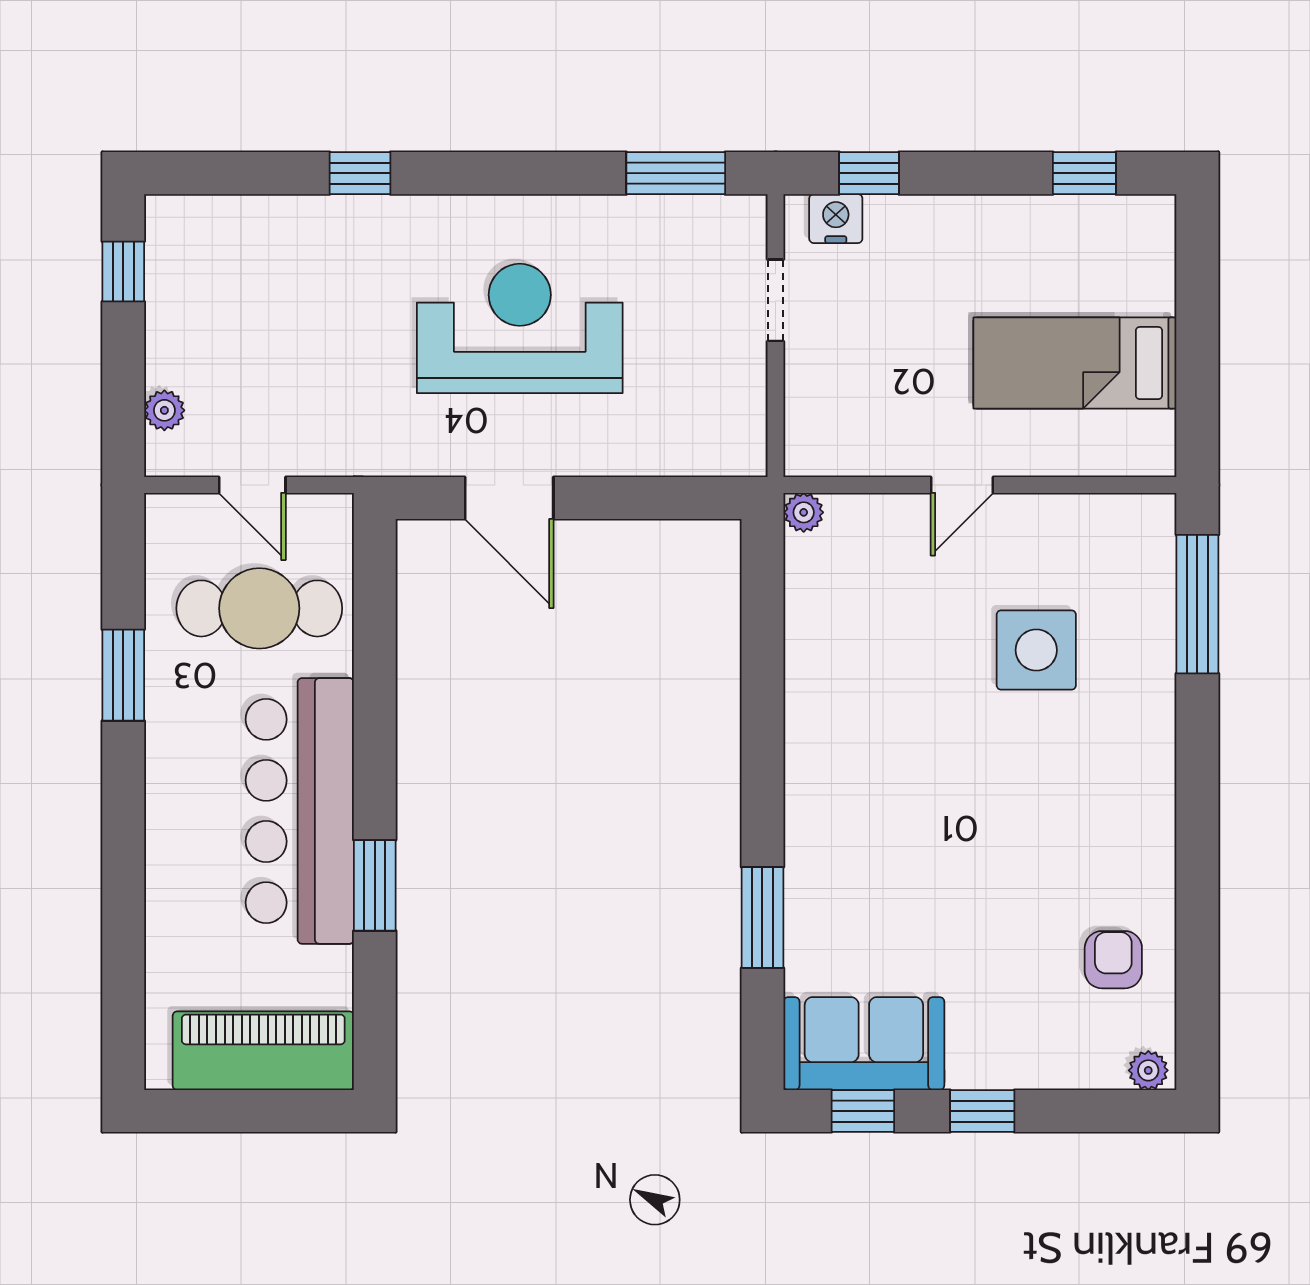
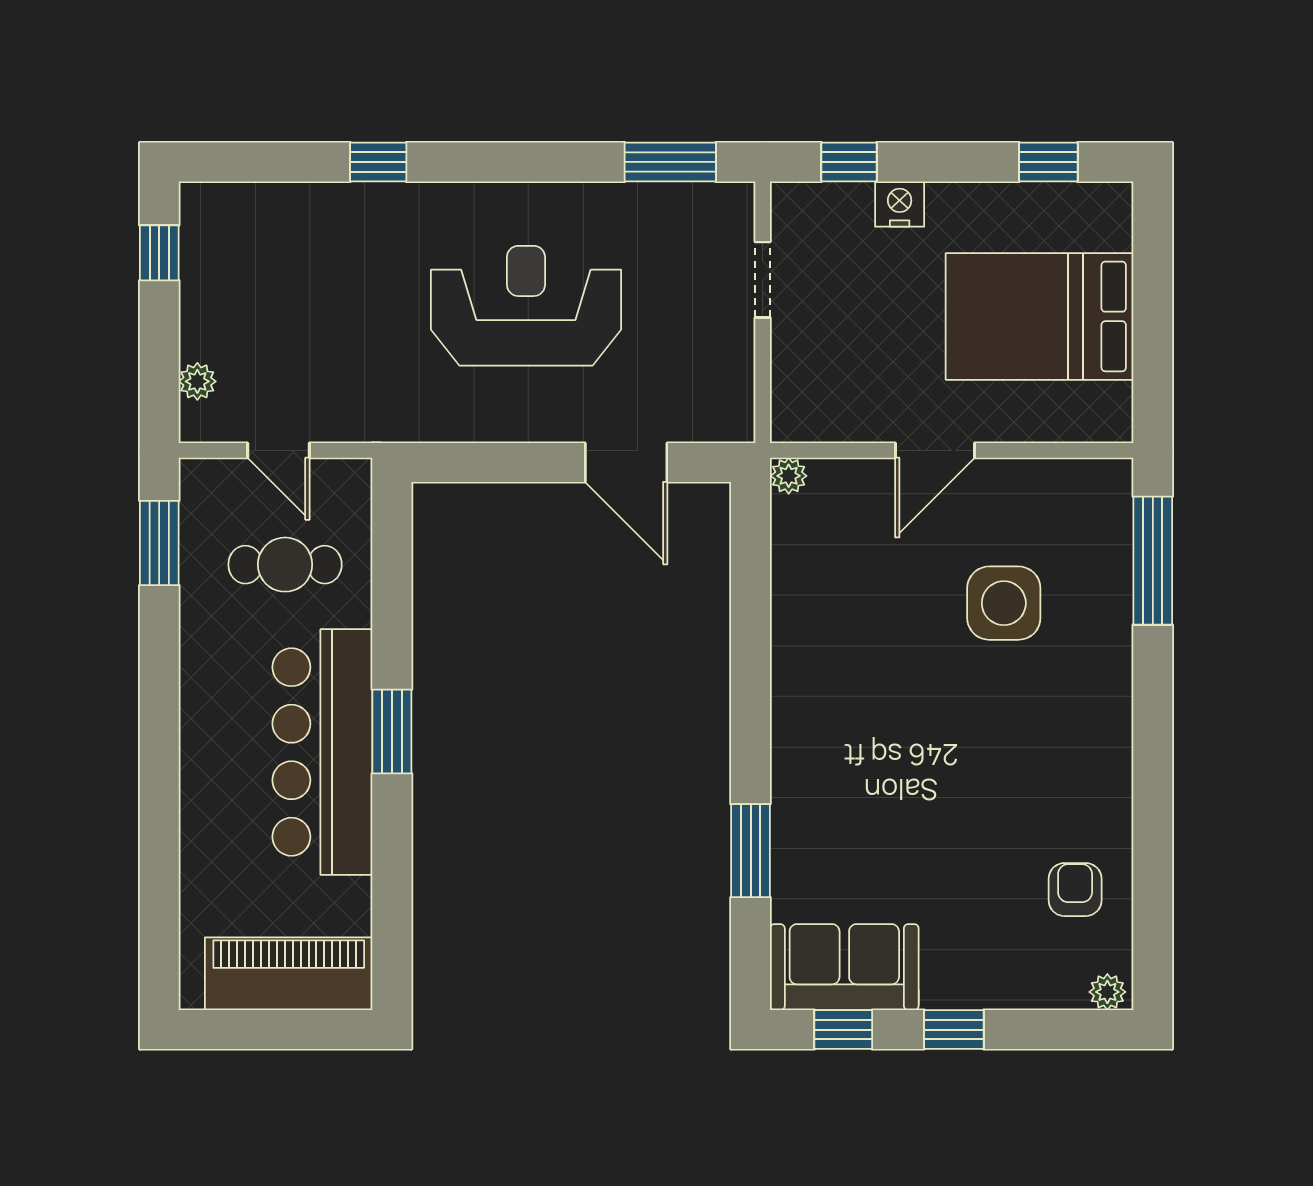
nightstand: (836, 219) -> (900, 204), moved
bed: (1075, 363) -> (1040, 316), width x1.50
door: (962, 485) -> (935, 450), width x1.37
door: (509, 498) -> (626, 462), moved
cafe table: (259, 608) -> (285, 565), width x0.73, depth x0.74
window: (123, 675) -> (159, 543), moved
window: (375, 885) -> (392, 732), moved

